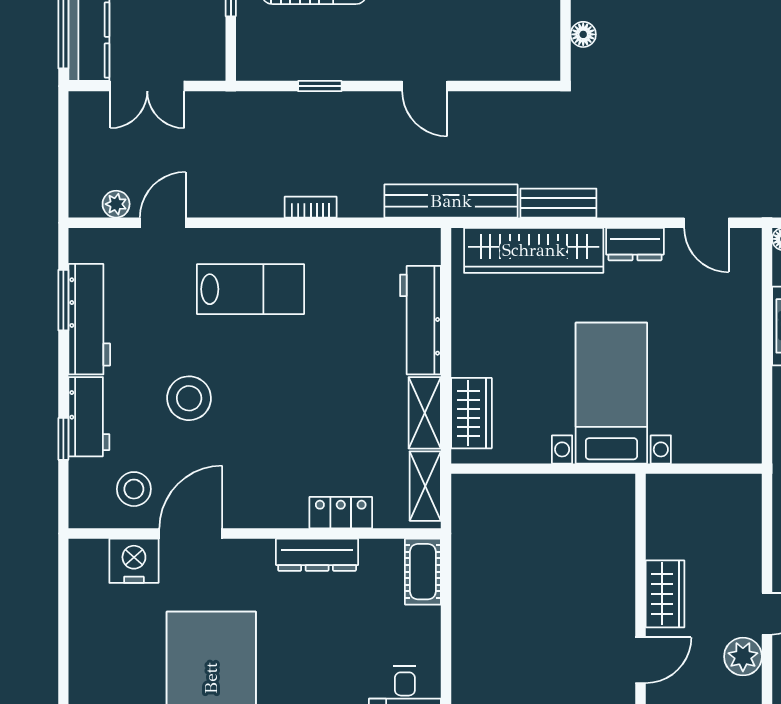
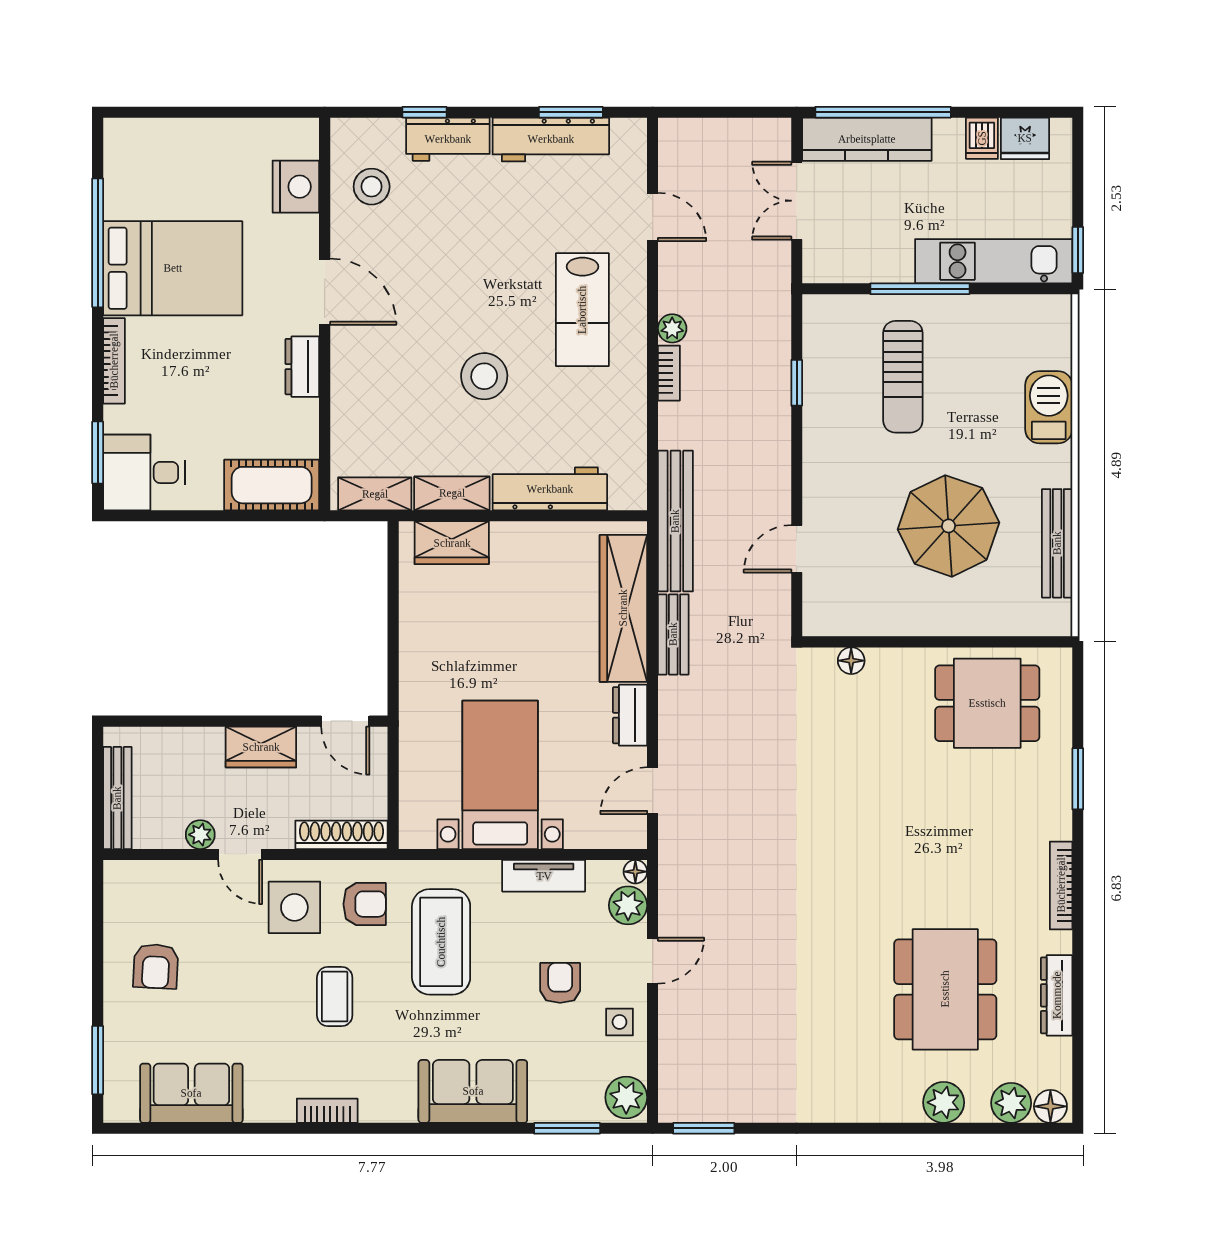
door: (425, 86) -> (797, 549), moved
plant: (116, 204) -> (672, 328), moved
bed with nightstands: (611, 393) -> (500, 775), moved, turned -90
stool: (189, 398) -> (484, 376), moved
locker: (341, 513) -> (347, 405), removed
shoe rack: (748, 518) -> (341, 835), added
door: (191, 534) -> (325, 292), moved
dresser: (317, 555) -> (302, 367), width x0.70
cot: (423, 572) -> (272, 485), width x1.37, depth x1.34
plant: (743, 657) -> (200, 835), width x0.73, depth x0.73
door: (641, 660) -> (345, 721), moved

